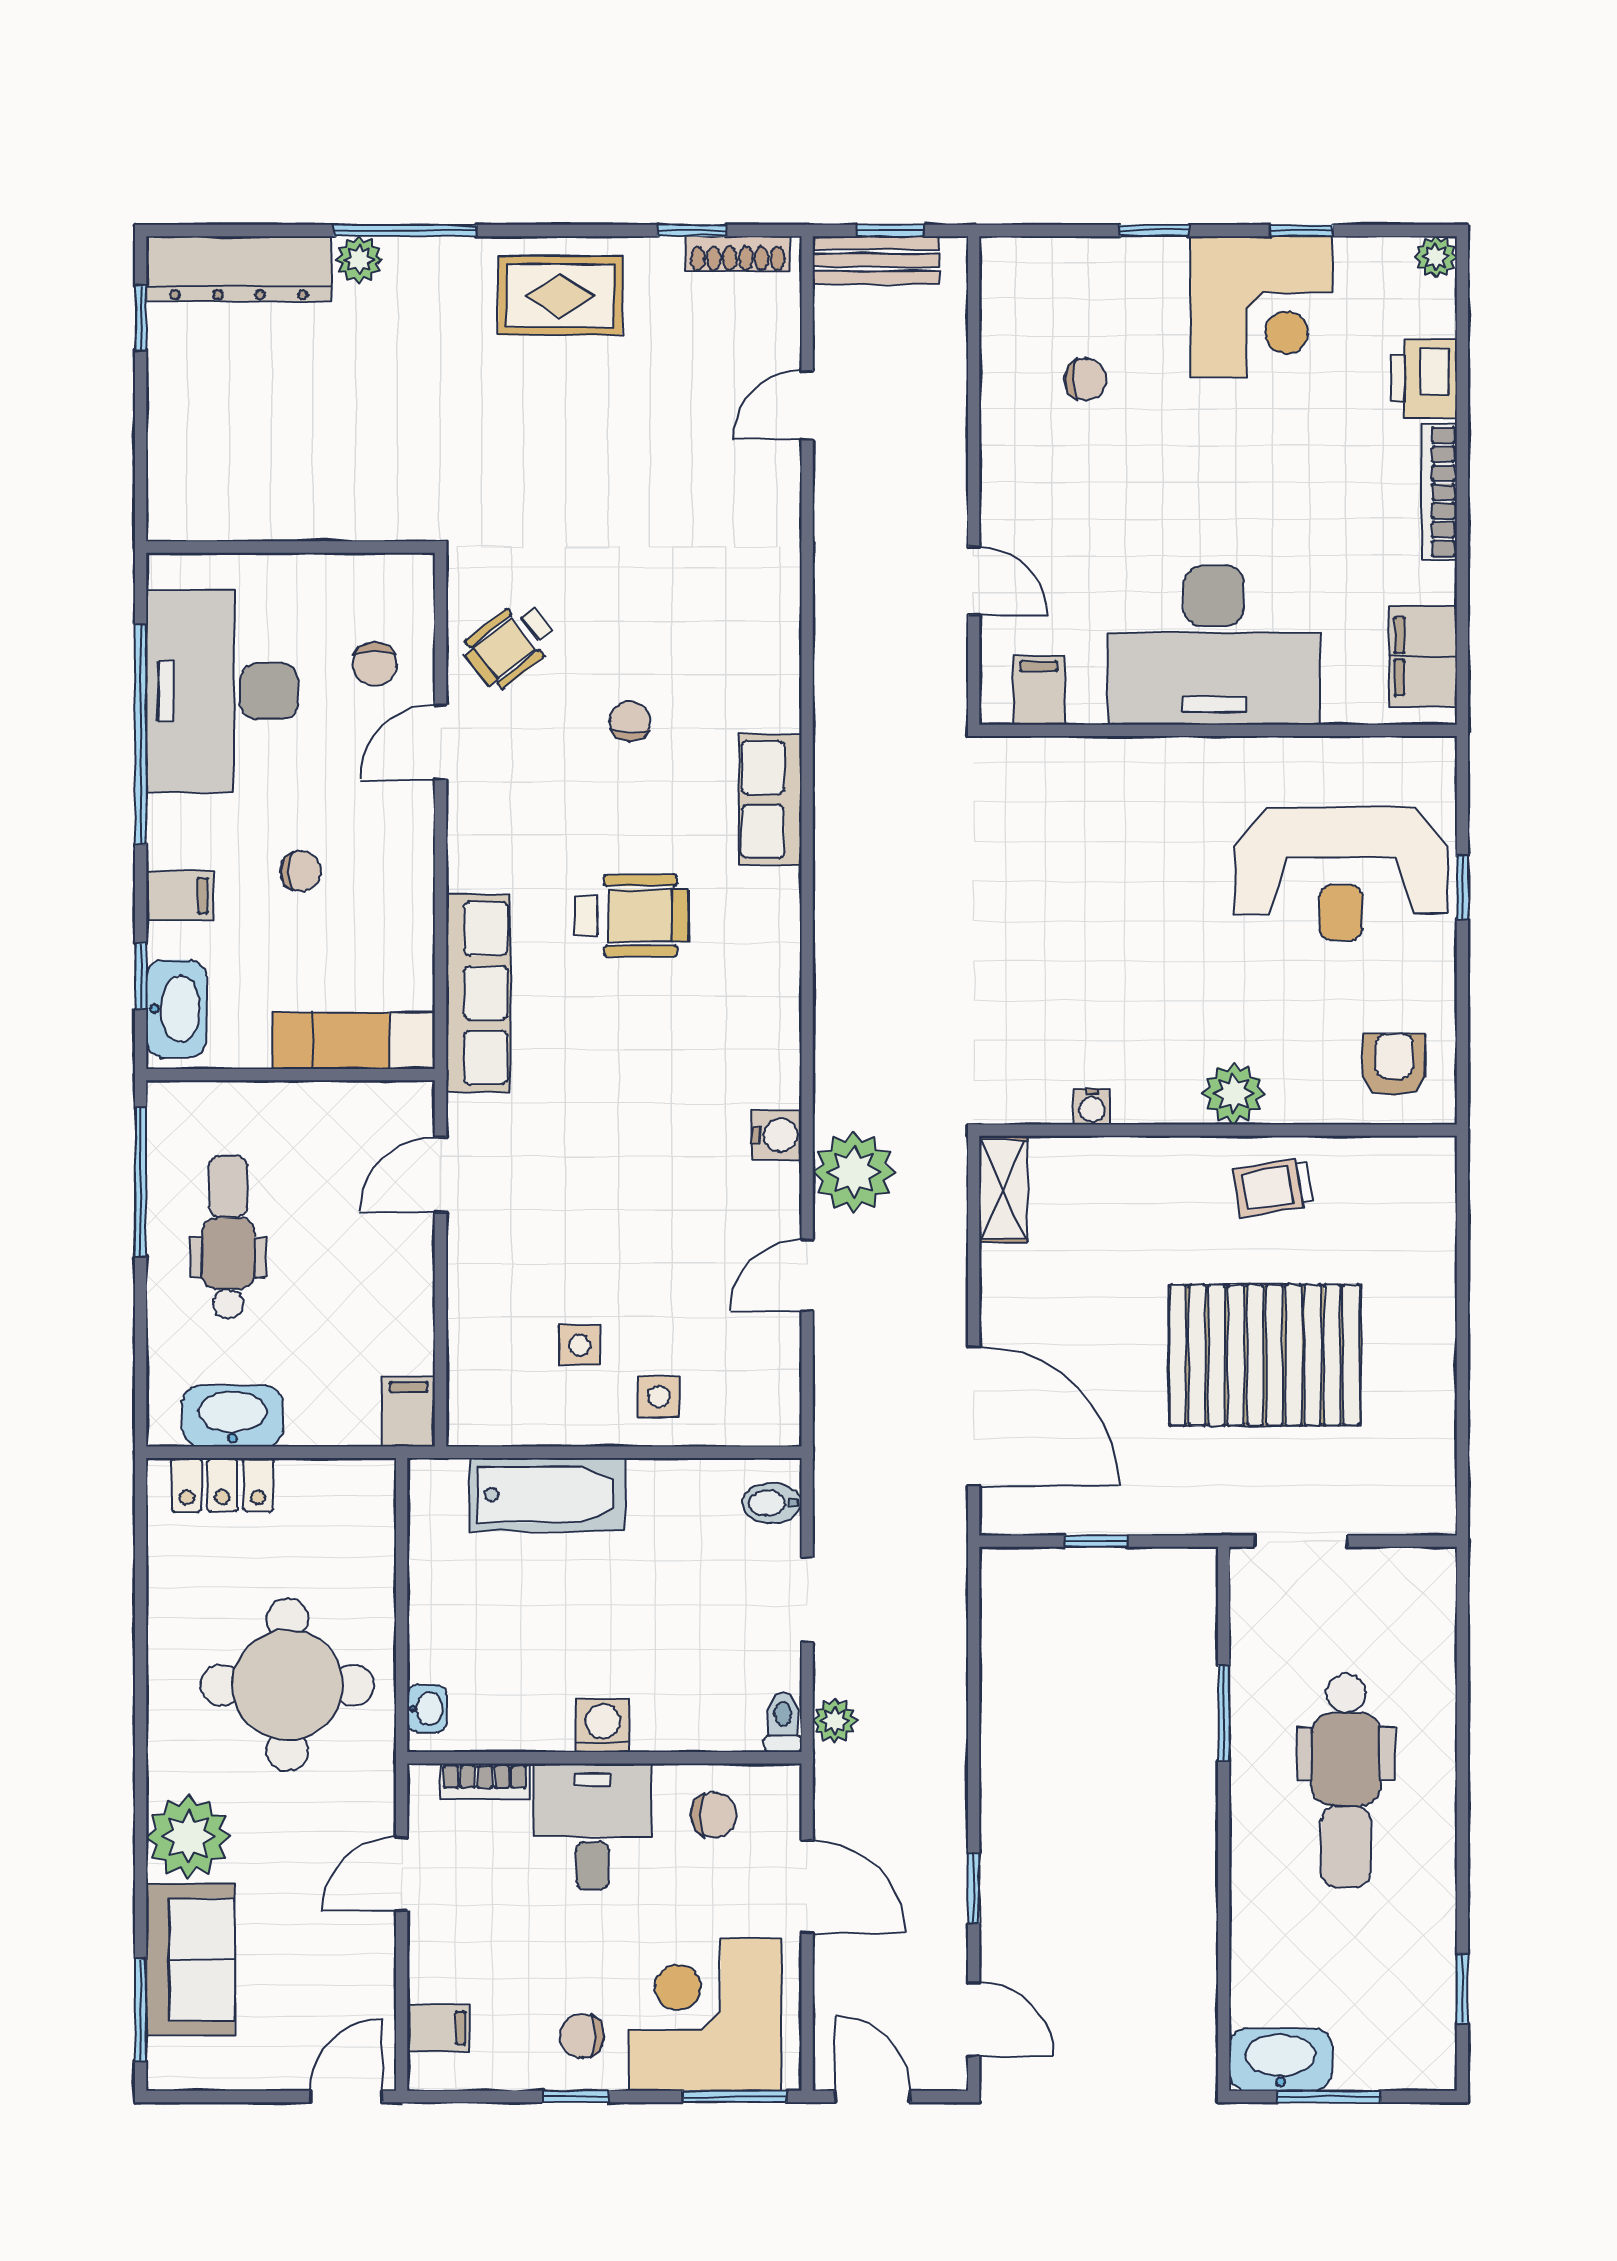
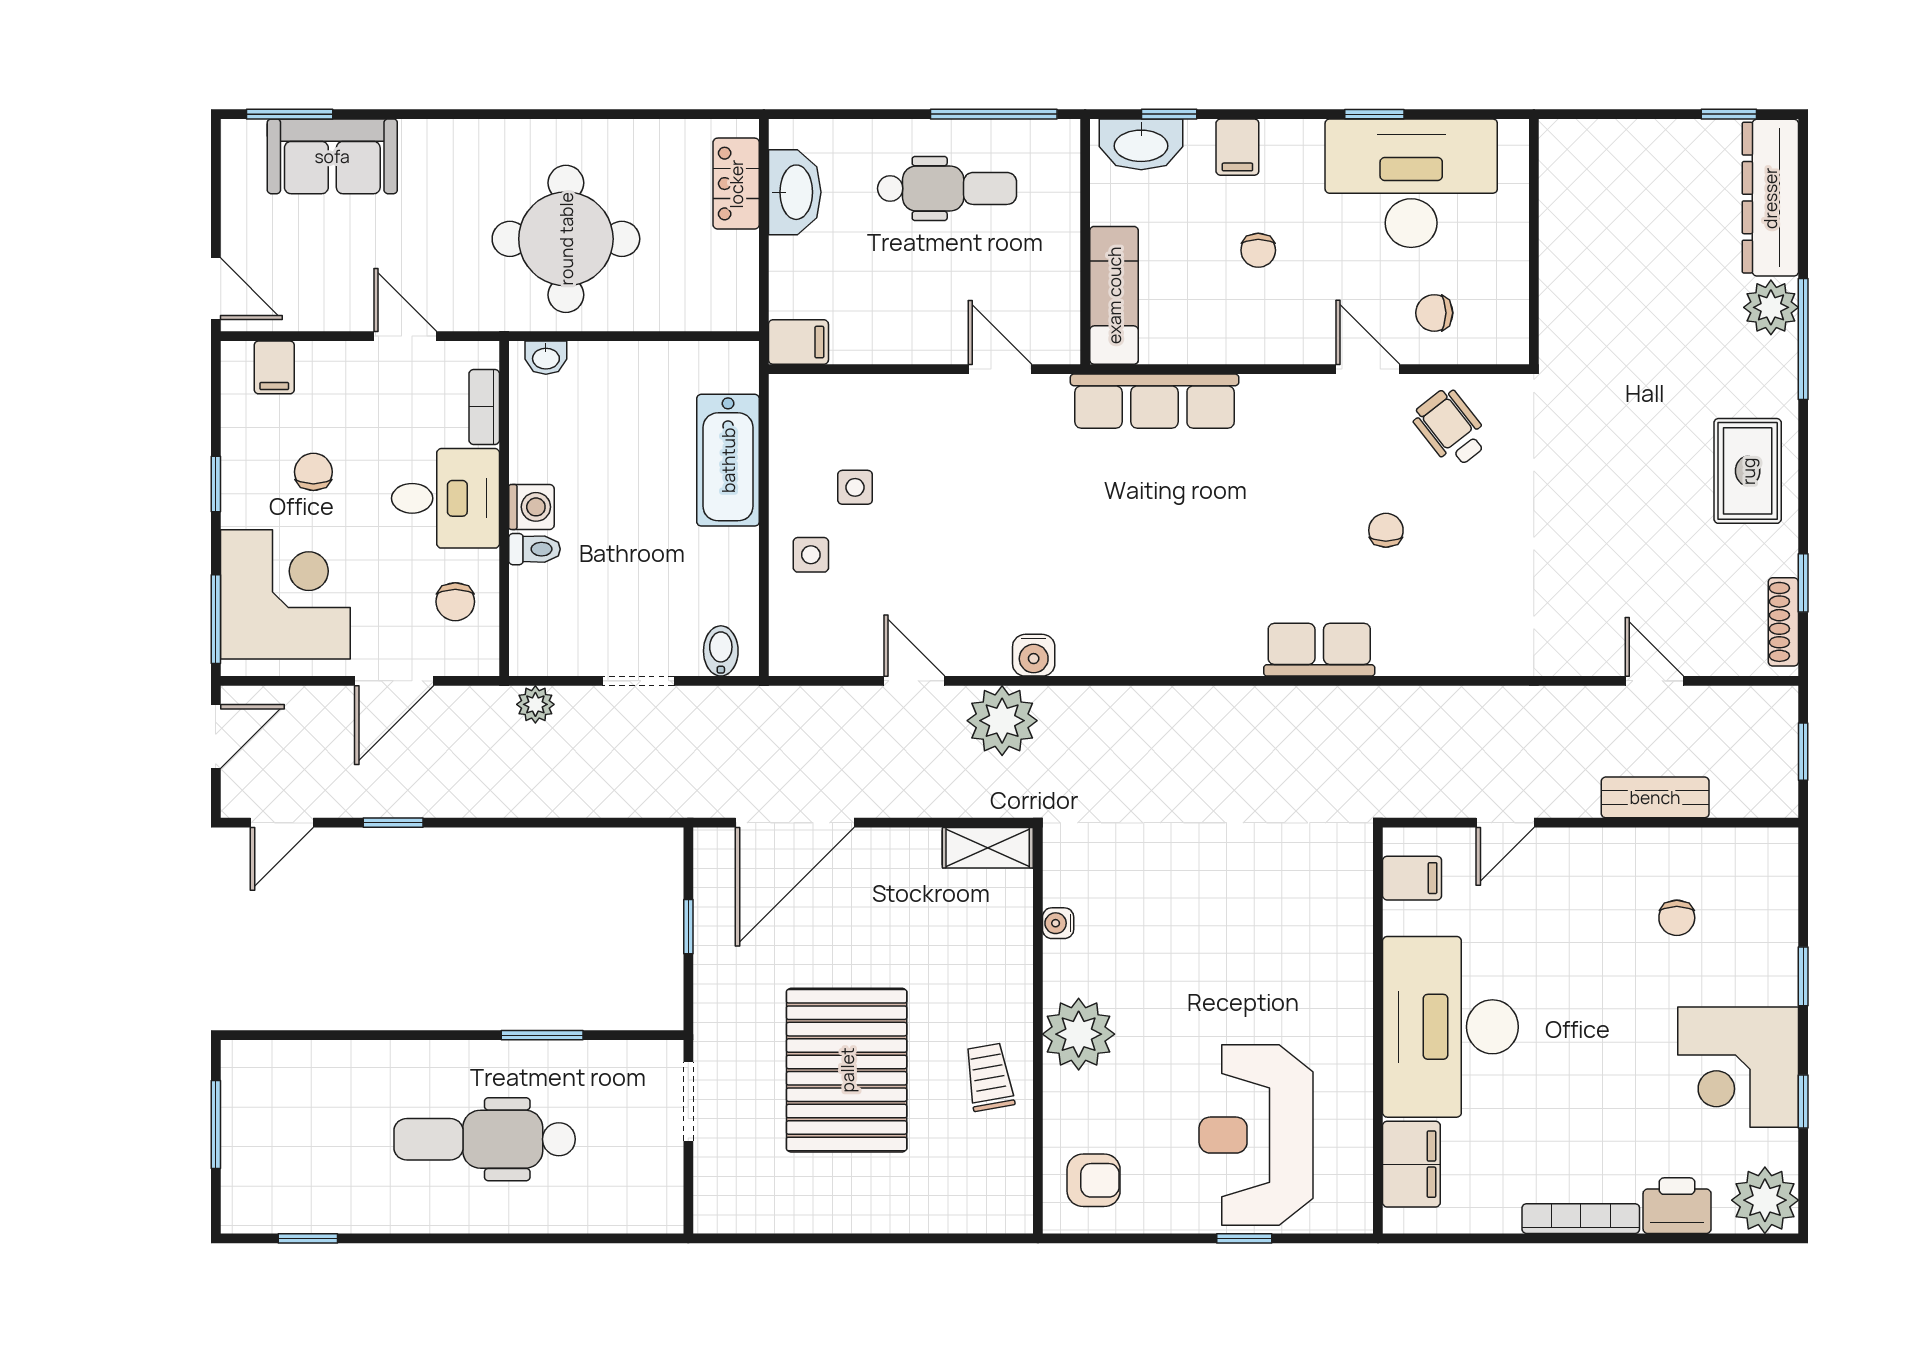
plant: (1436, 257) -> (1765, 1200), width x1.88, depth x1.88
plant: (359, 259) -> (1771, 307), width x1.38, depth x1.38
bench: (876, 260) -> (1655, 797), moved, turned 90
filing cabinet: (1423, 656) -> (1411, 1164), moved, turned 90
chair: (630, 721) -> (1386, 530), turned -90
window: (141, 734) -> (1374, 114), width x0.32
wheelchair: (631, 916) -> (1220, 531), removed
plant: (1233, 1094) -> (1079, 1034), width x1.36, depth x1.36
toilet: (783, 1722) -> (534, 549), moved
plant: (188, 1837) -> (437, 155), removed
chair: (582, 2036) -> (313, 472), moved
washbasin: (1281, 2060) -> (247, 1084), removed

